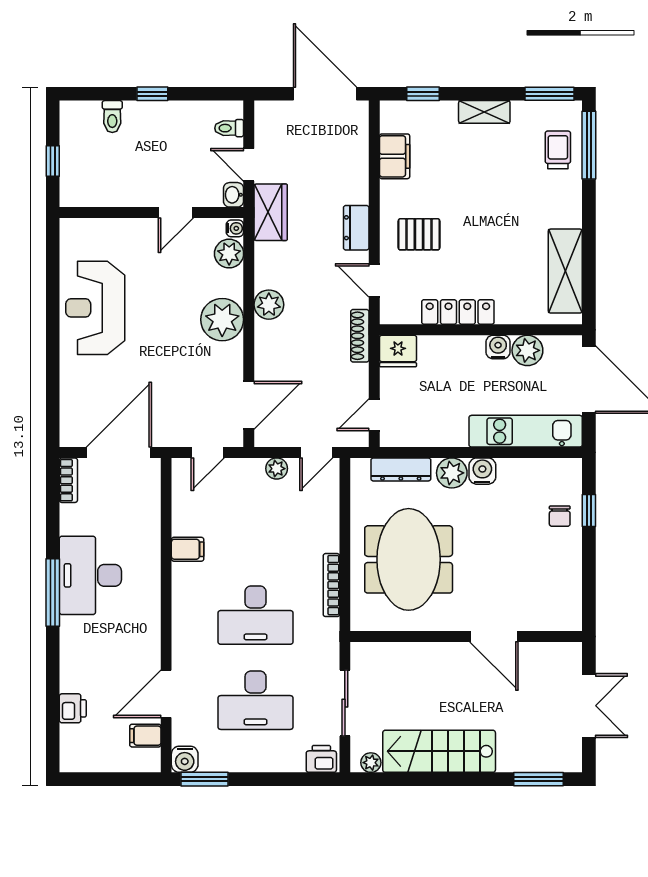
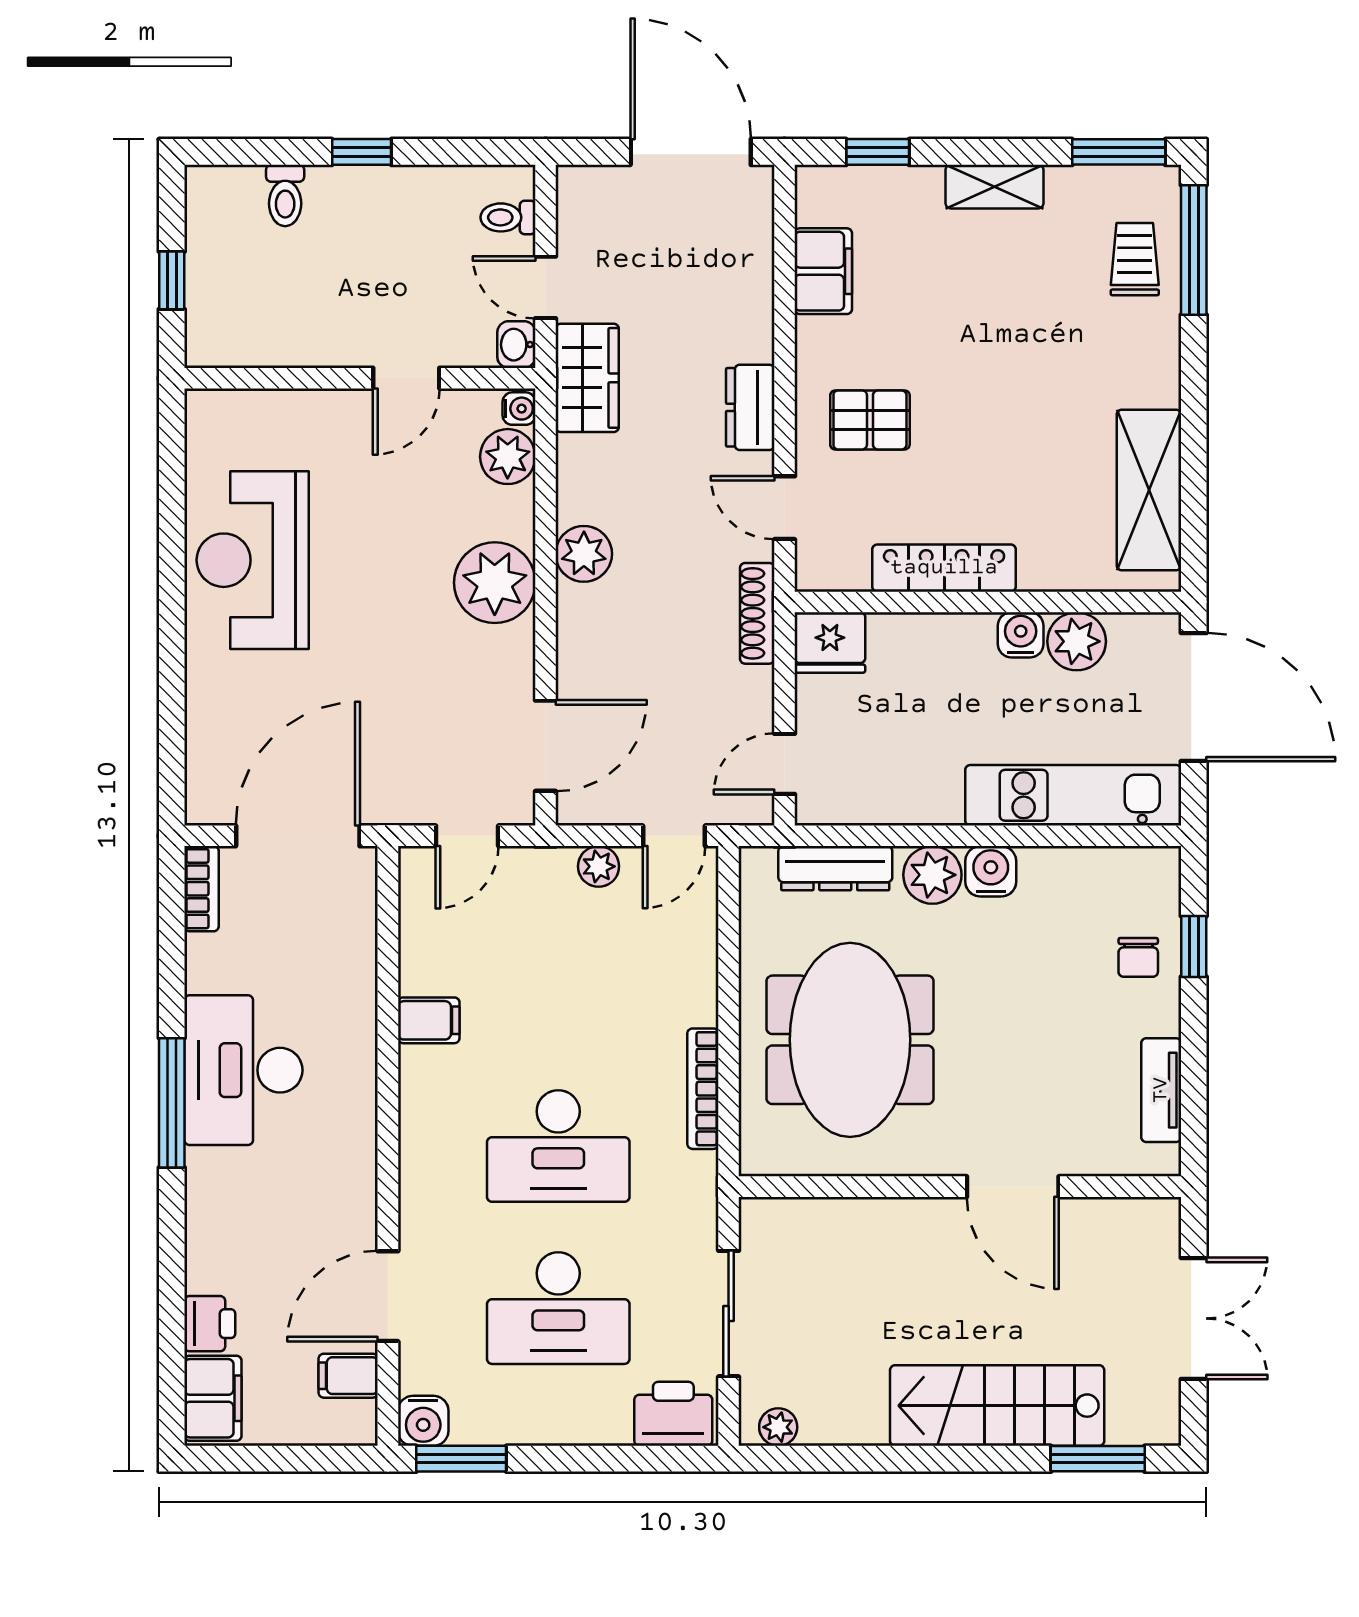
tv unit: (572, 586) -> (1161, 1090), added
filing cabinet: (74, 747) -> (213, 1398), added
stairs: (439, 751) -> (997, 1406), moved
printer: (321, 759) -> (673, 1414), width x1.36, depth x1.24

